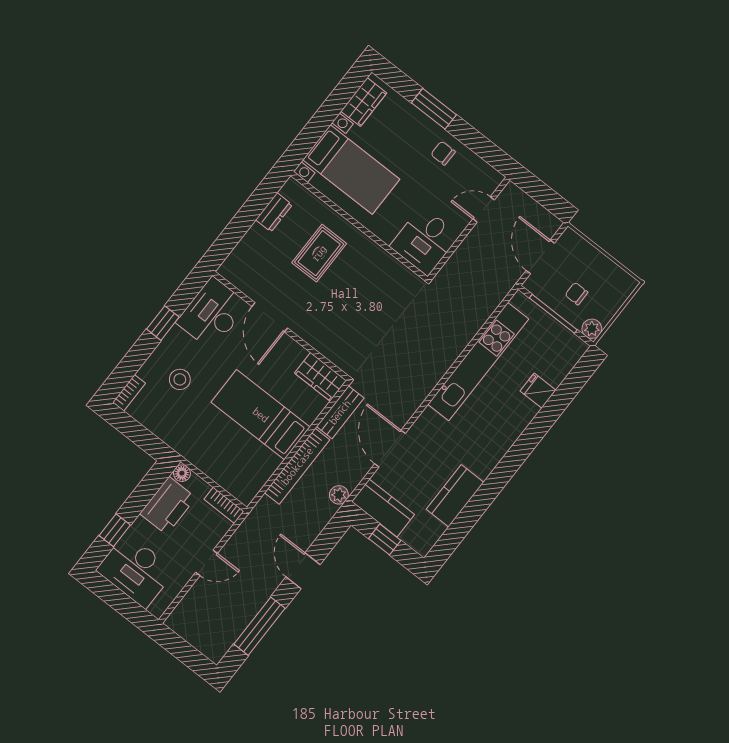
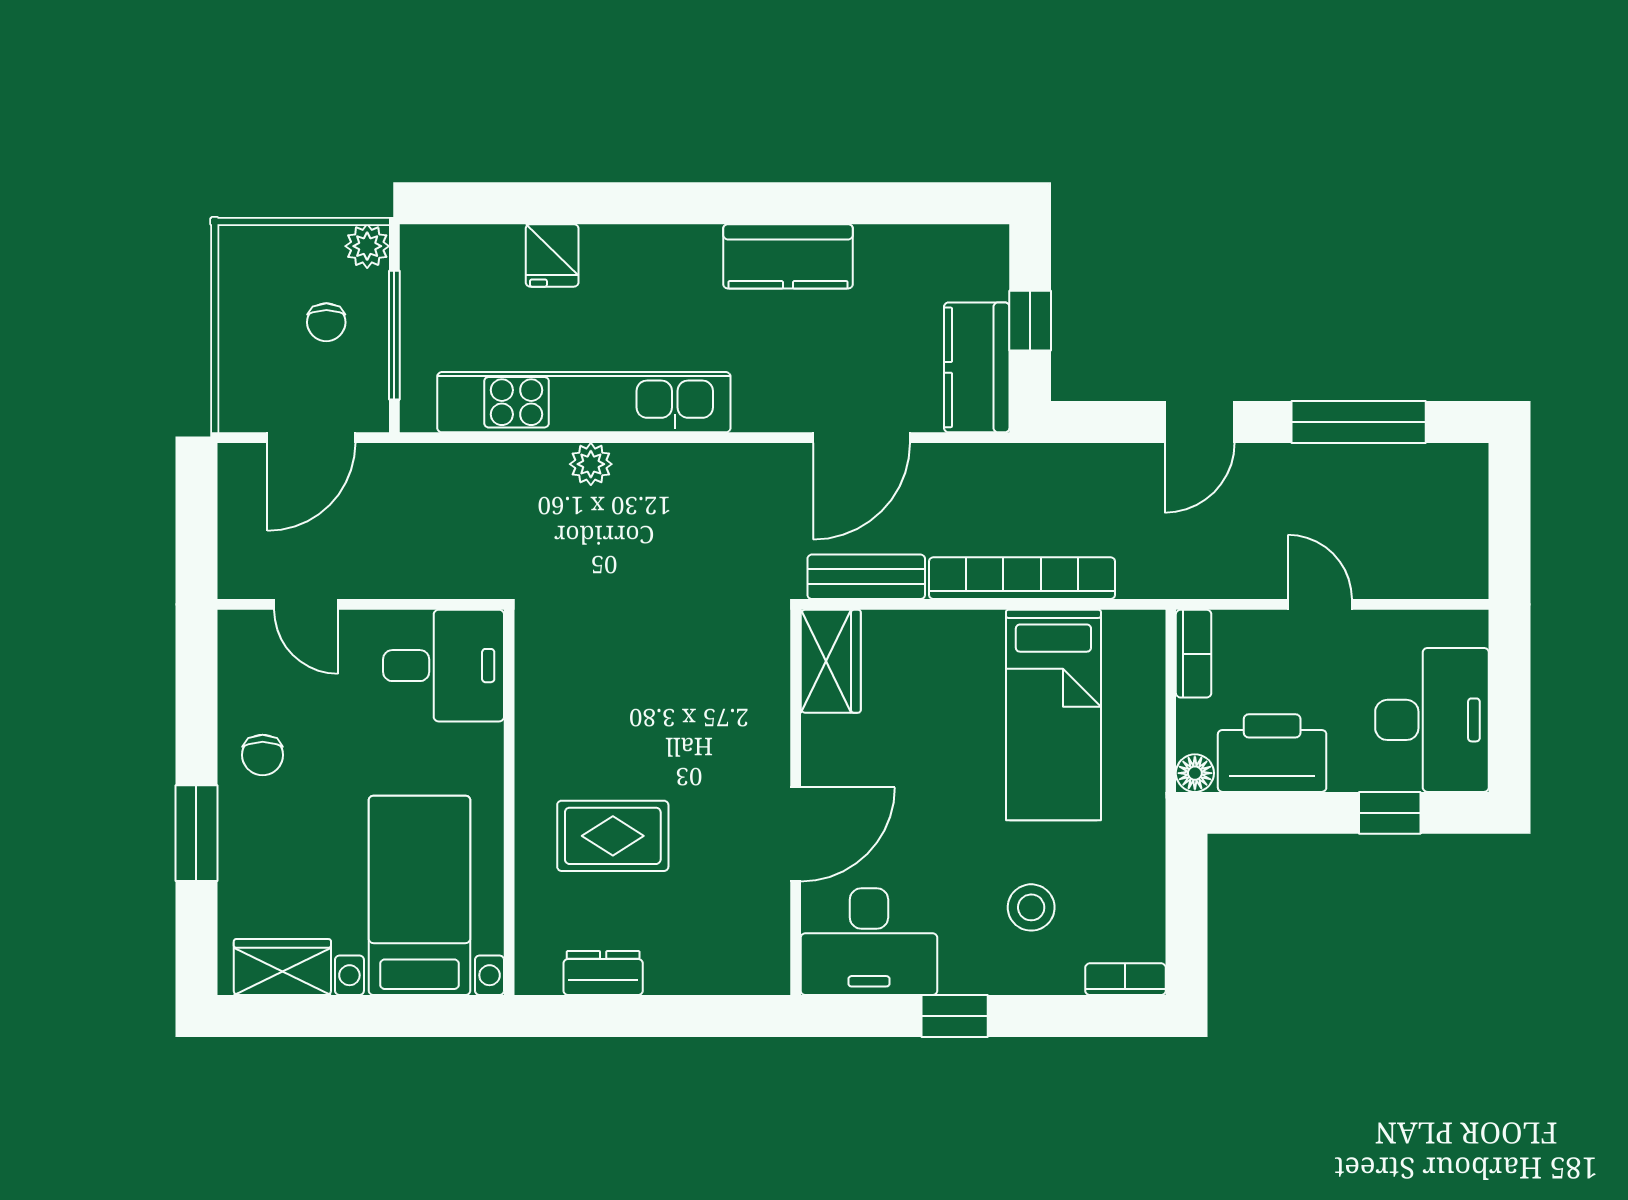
bed: (261, 415) -> (1053, 715), moved
plant: (339, 495) -> (591, 464), moved
kitchen counter: (455, 496) -> (788, 256), moved

